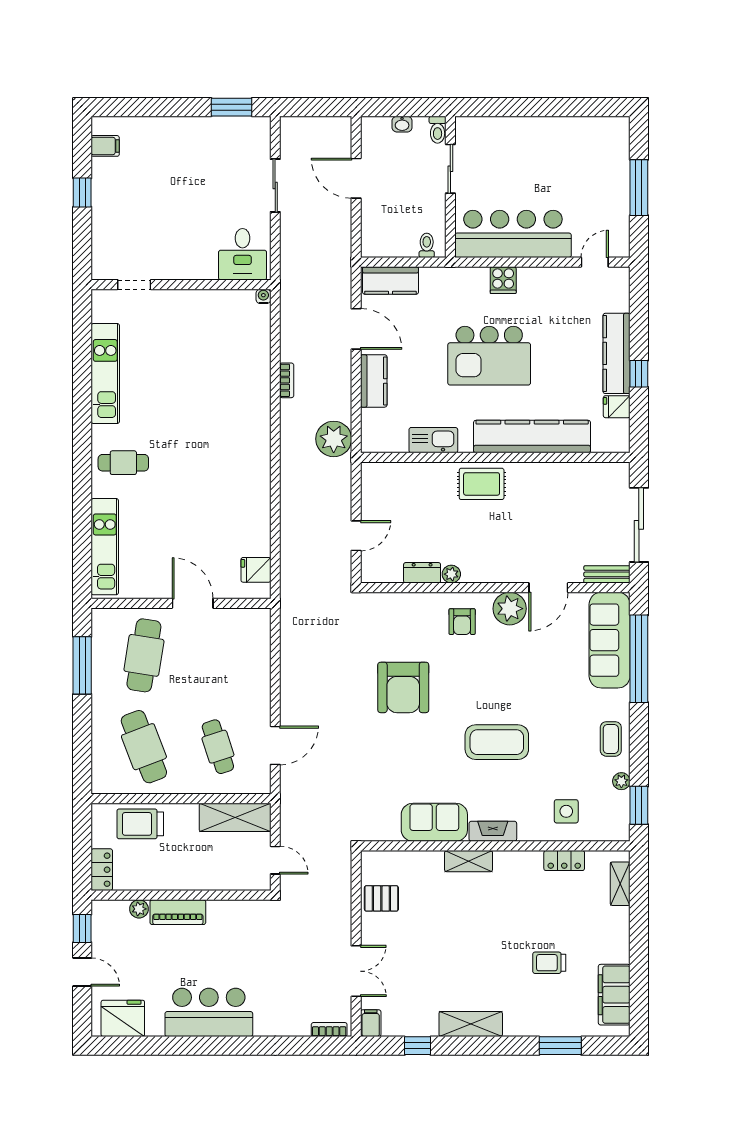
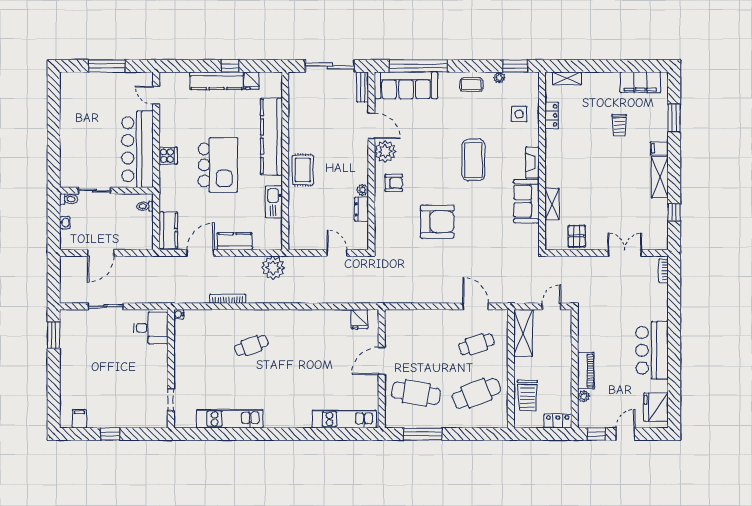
bookcase: (287, 380) -> (228, 299), width x1.56
cafe table: (123, 463) -> (251, 345), moved, turned 70
shelving: (469, 861) -> (552, 204), moved
filing cabinet: (371, 1023) -> (659, 148), moved

